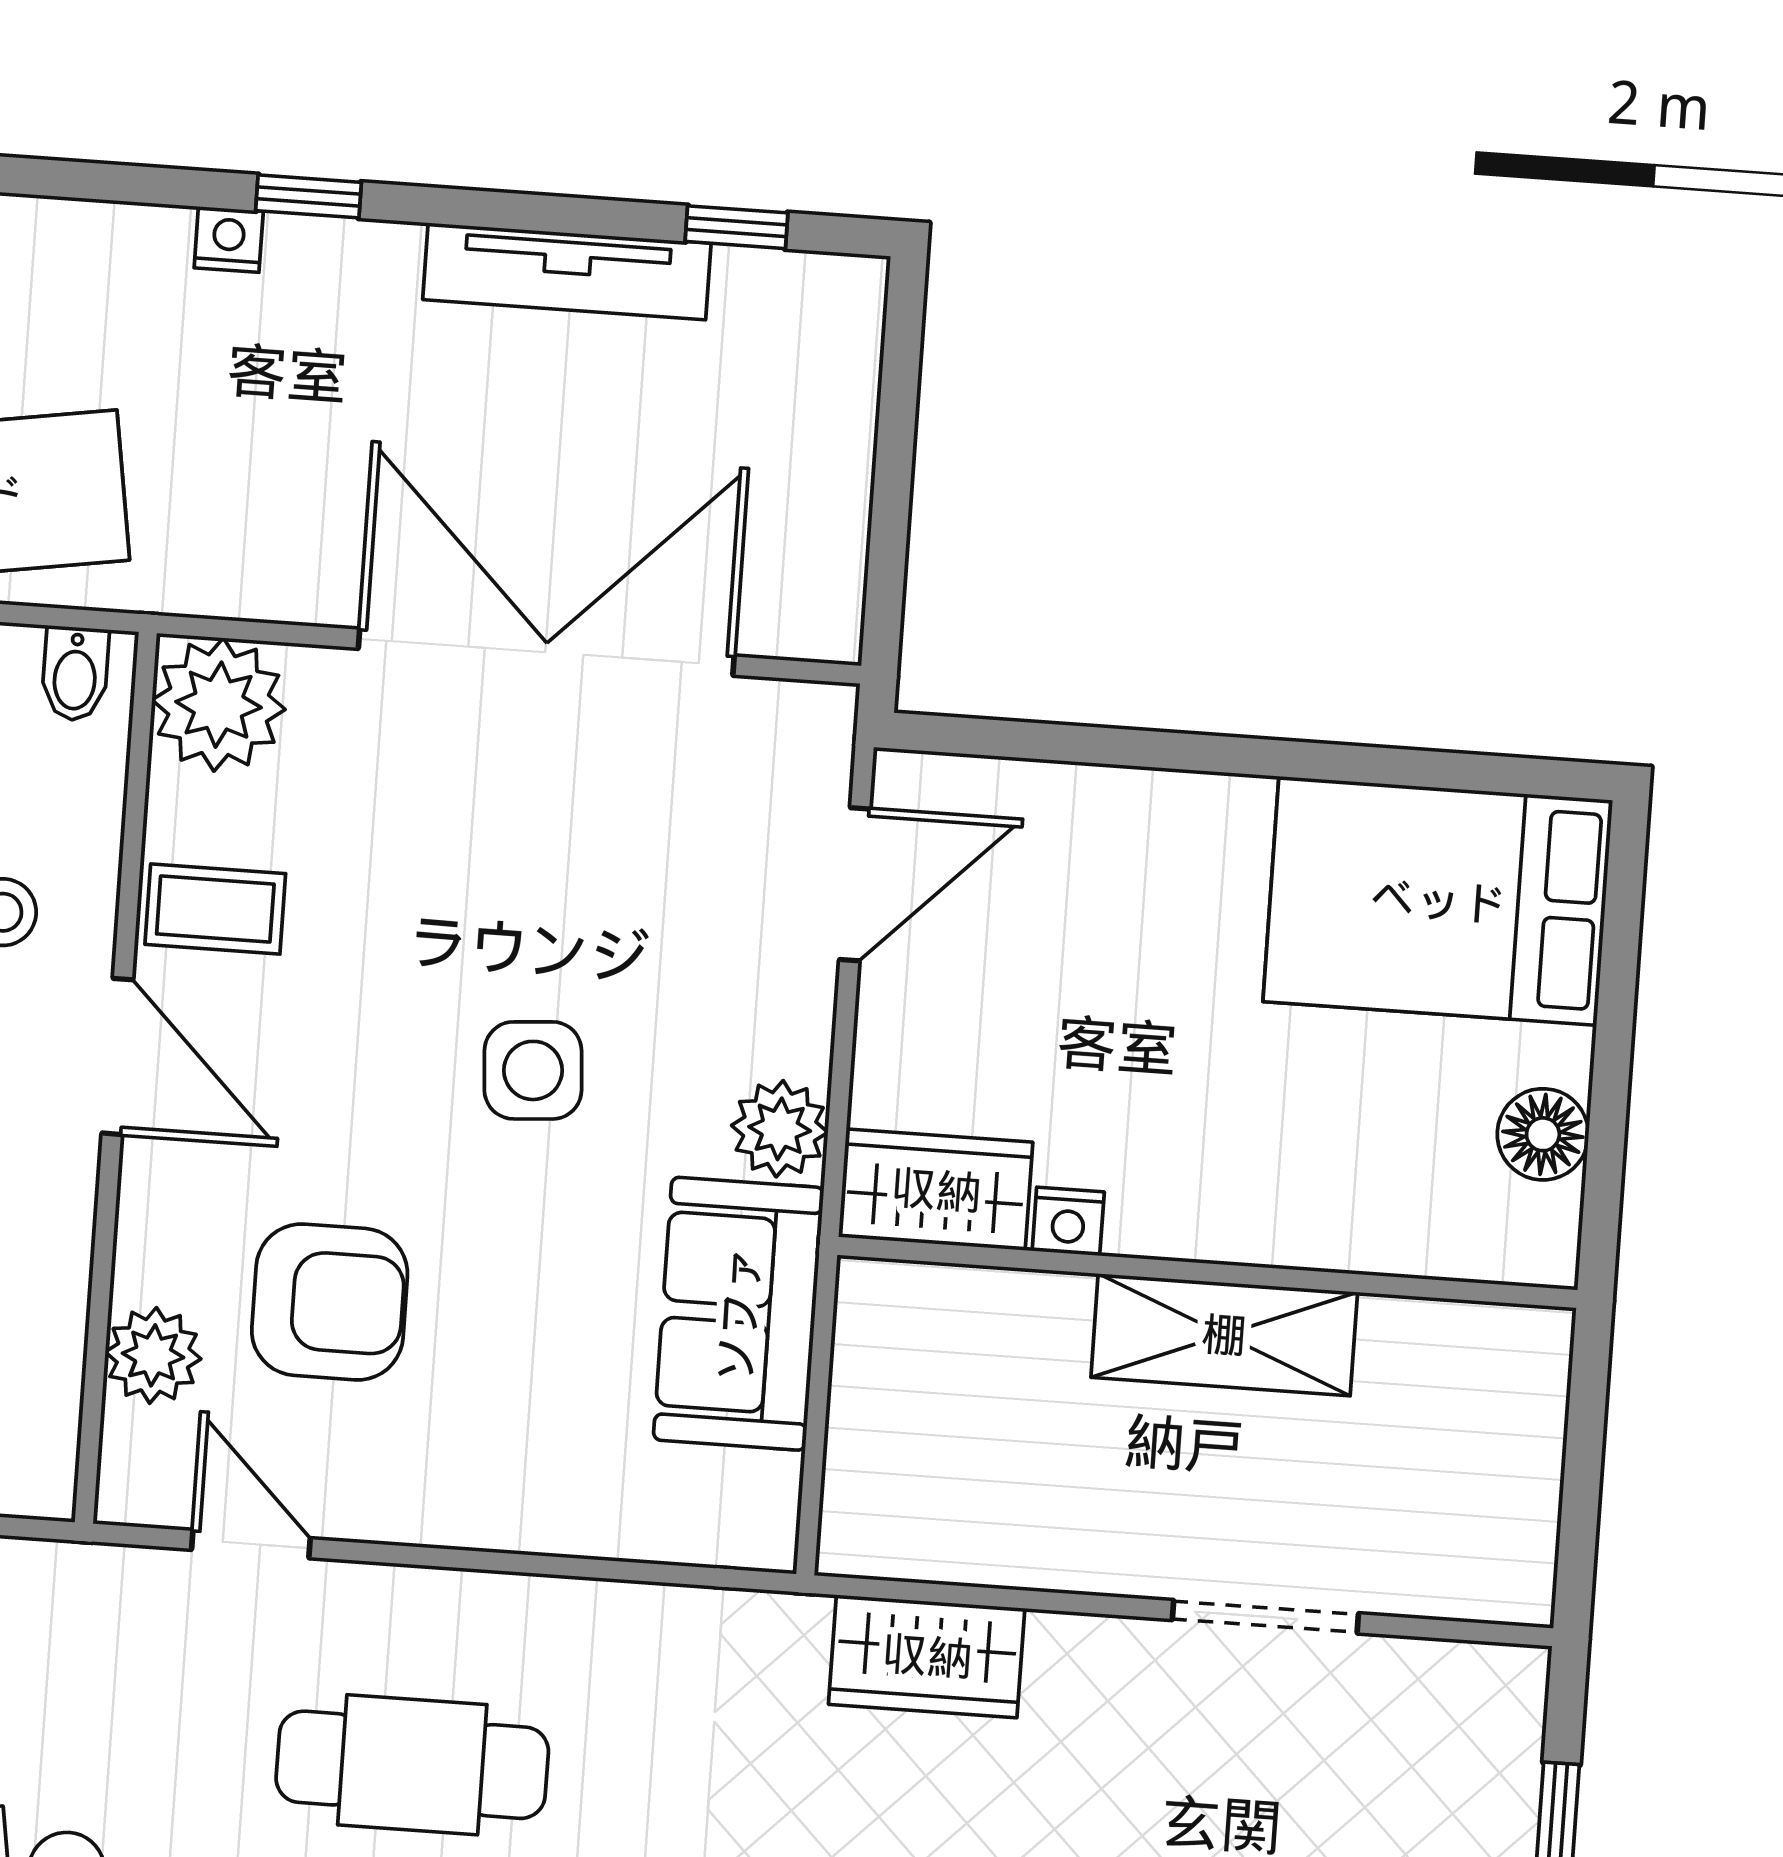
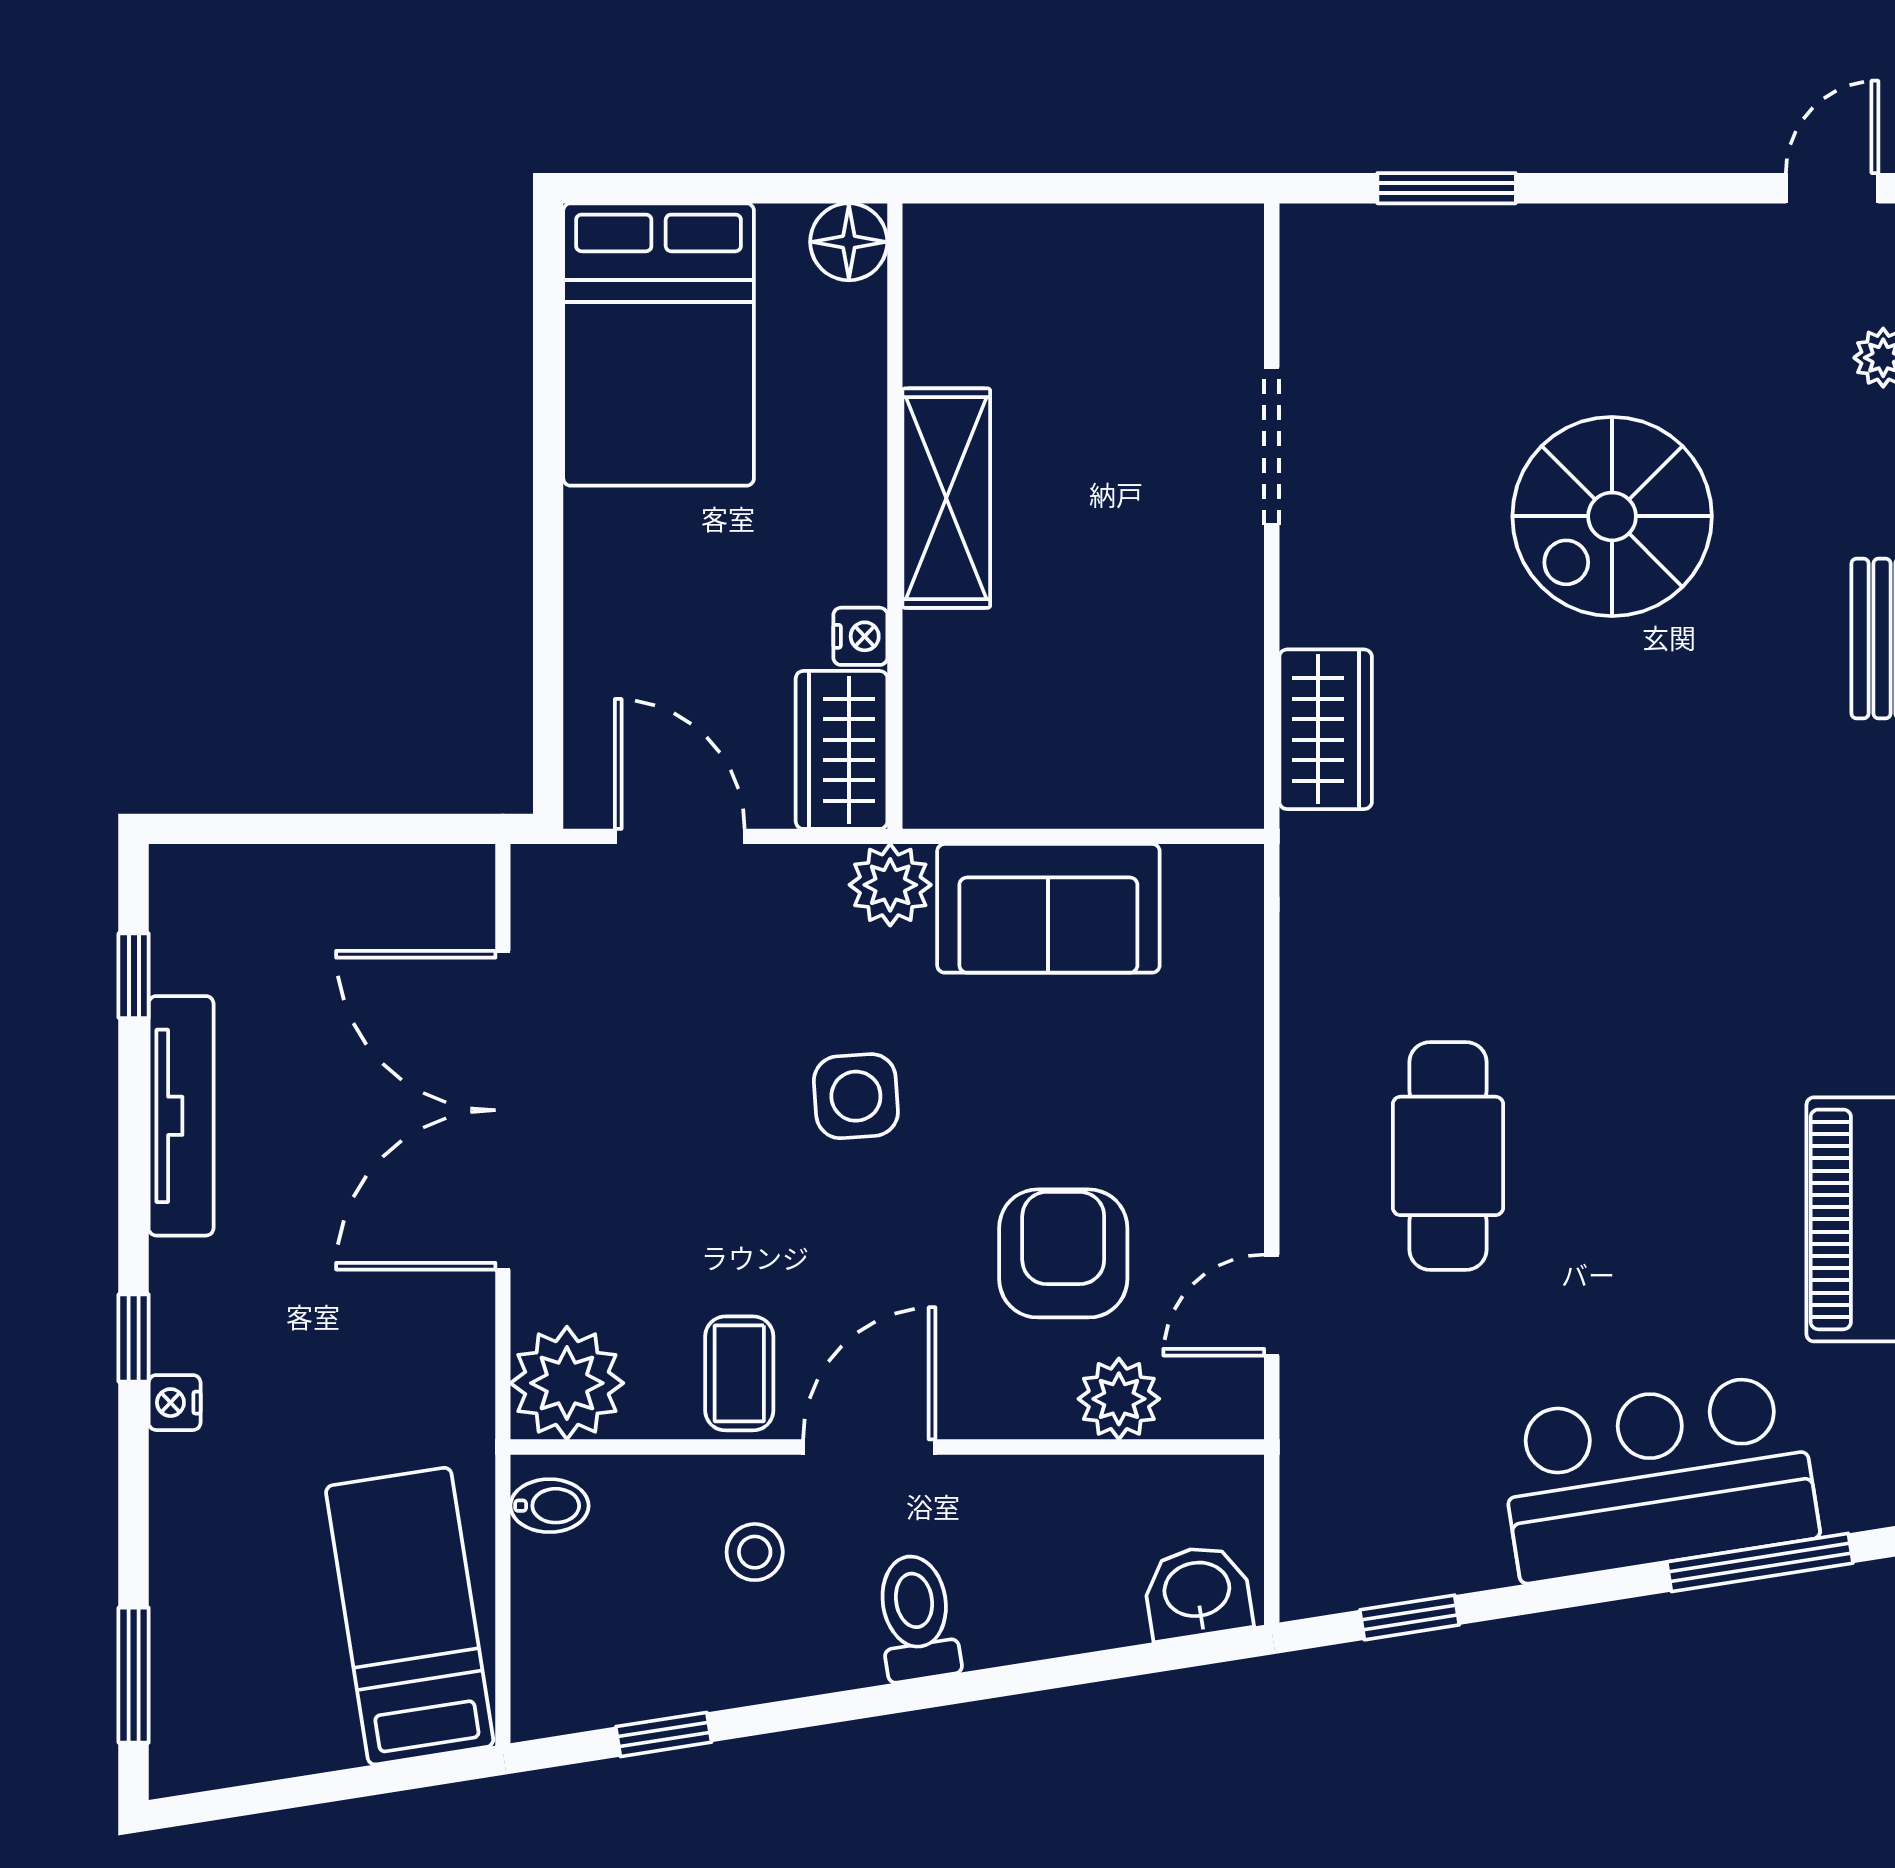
wardrobe: (936, 1190) -> (842, 750), moved
nightstand: (1068, 1221) -> (860, 636), moved
wall: (1207, 1272) -> (895, 516), moved
shelving: (1224, 1335) -> (946, 498), moved

